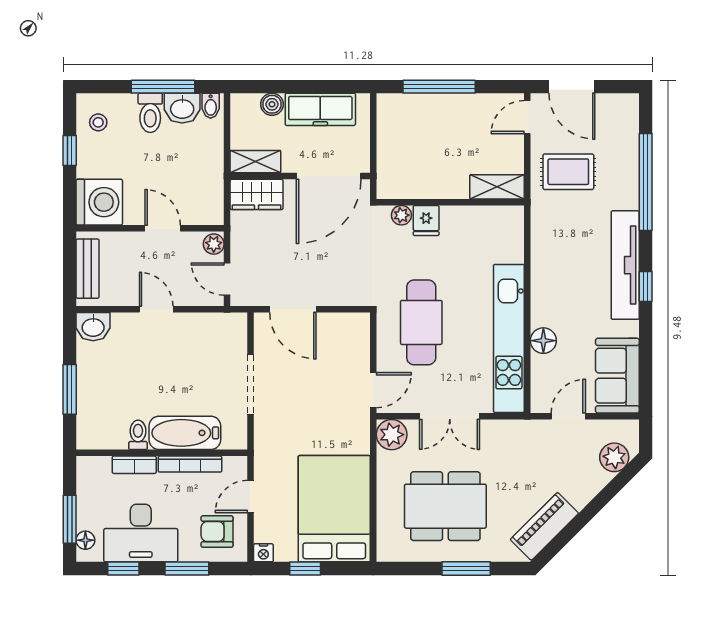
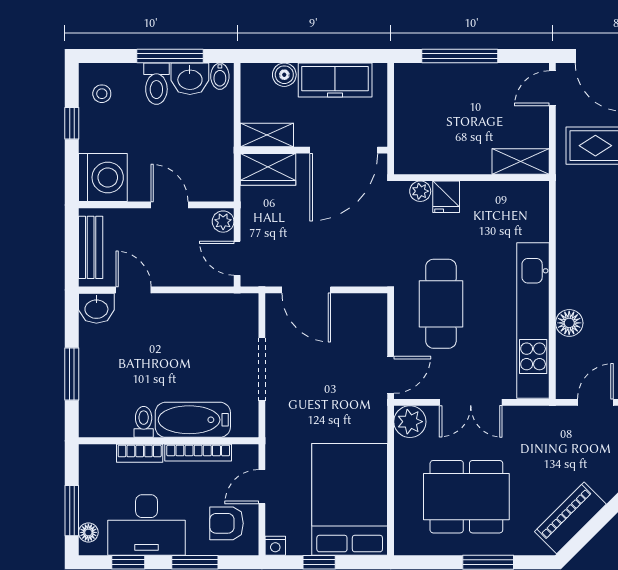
door: (156, 309) -> (134, 290), moved

